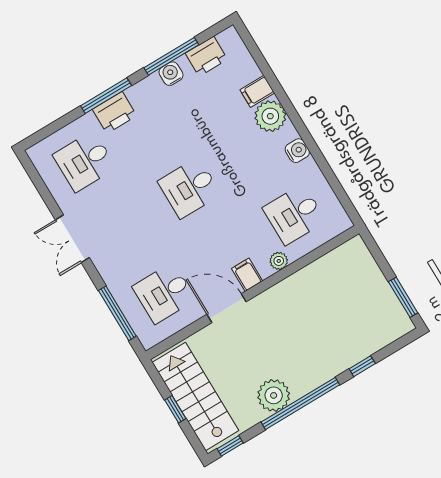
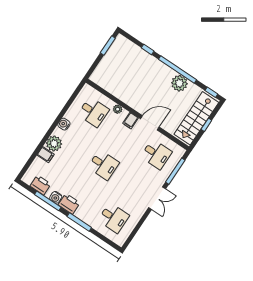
printer: (115, 113) -> (69, 204), moved
double door: (72, 239) -> (157, 198), moved
door: (227, 308) -> (150, 123), swing flipped

